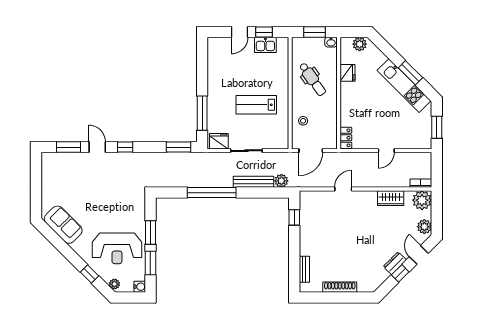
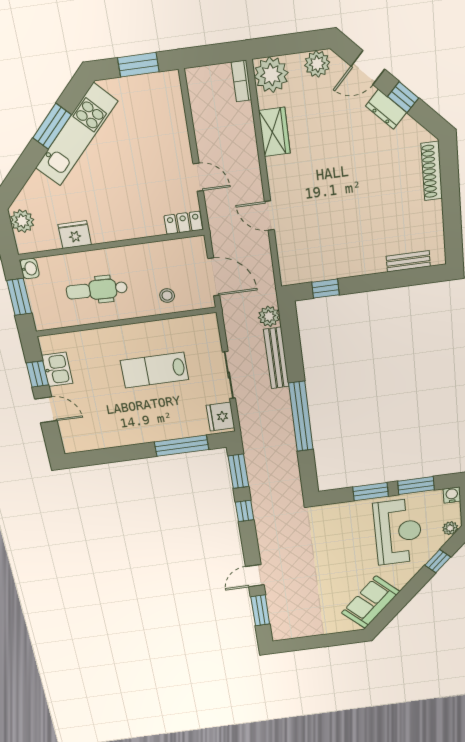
dental chair: (312, 79) -> (97, 290), turned -143
lab bench: (256, 105) -> (154, 370), turned 90
window: (125, 147) -> (245, 511), moved
door: (386, 151) -> (198, 177), moved
shoe rack: (340, 287) -> (432, 171), moved

